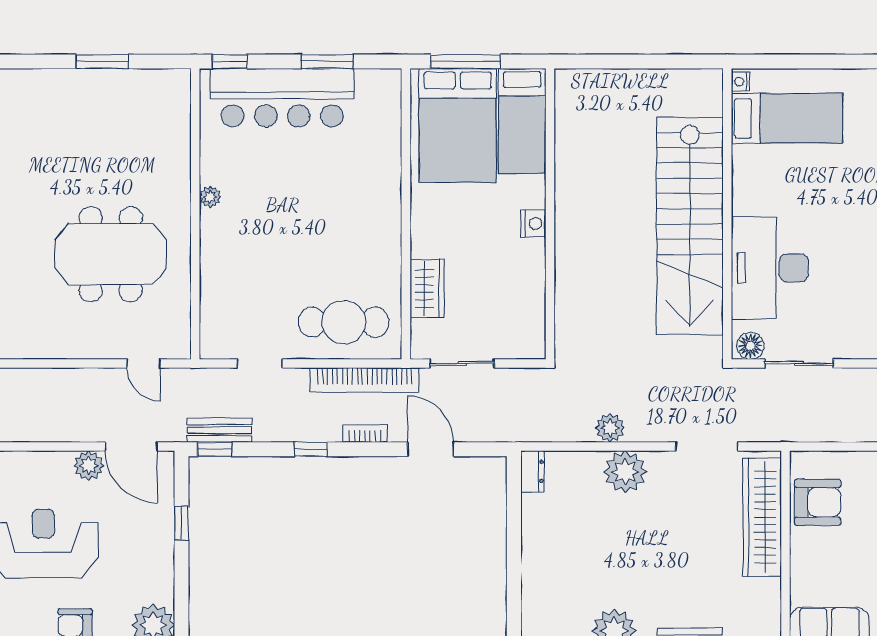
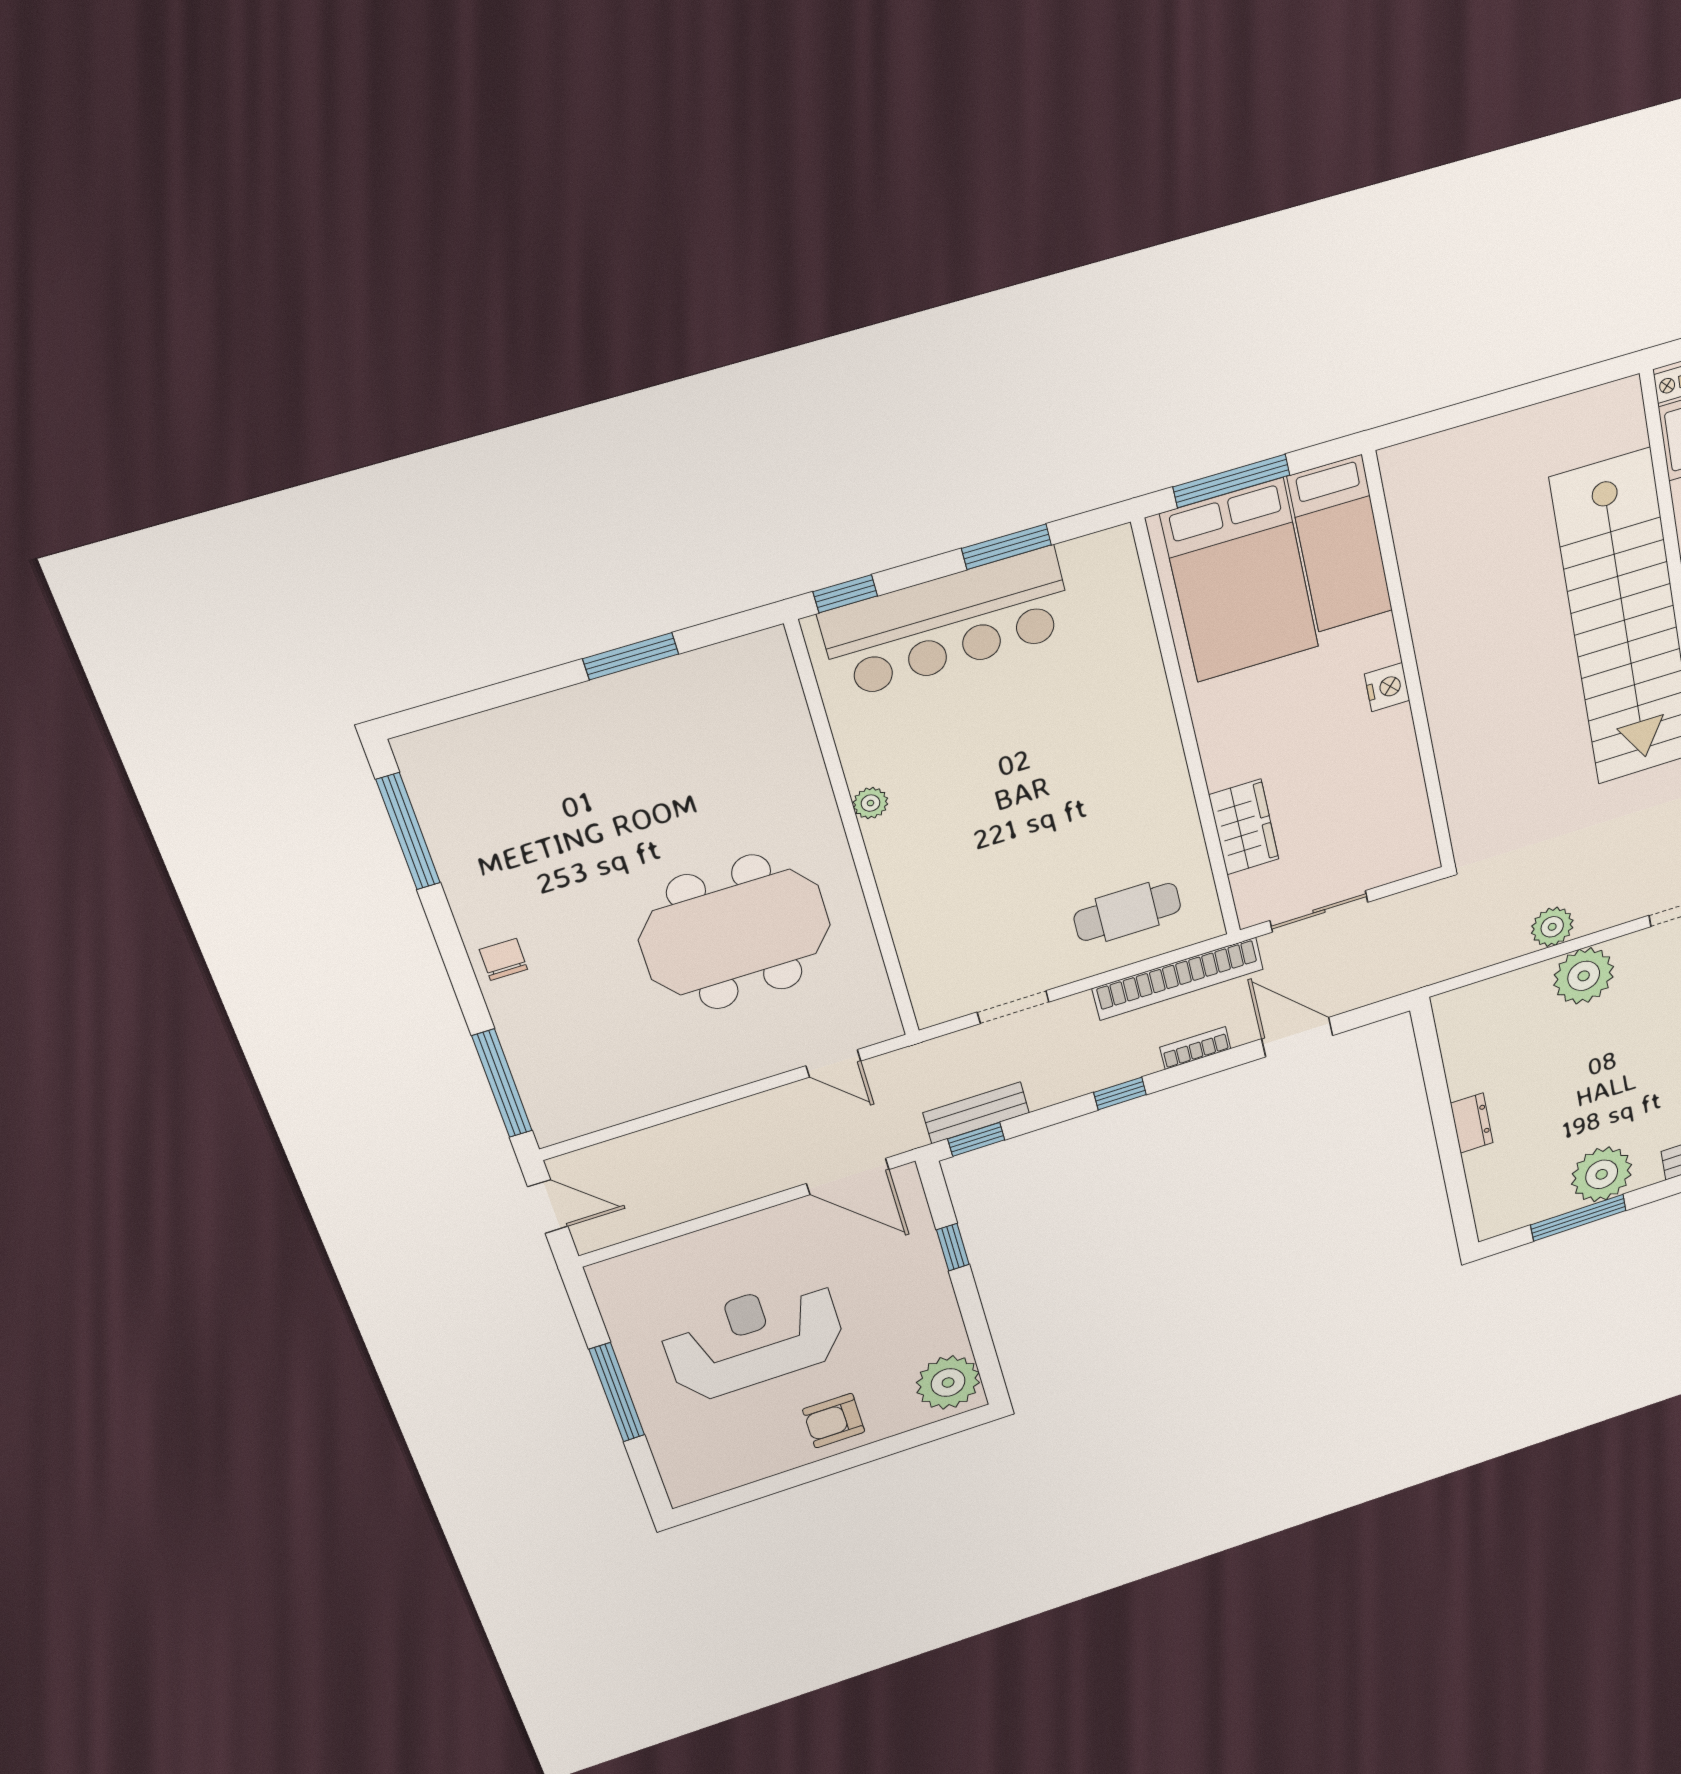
cafe table: (344, 322) -> (1127, 912), width x0.73, depth x0.74
plant: (89, 466) -> (790, 1221), removed
dresser: (532, 471) -> (1472, 1123), moved

